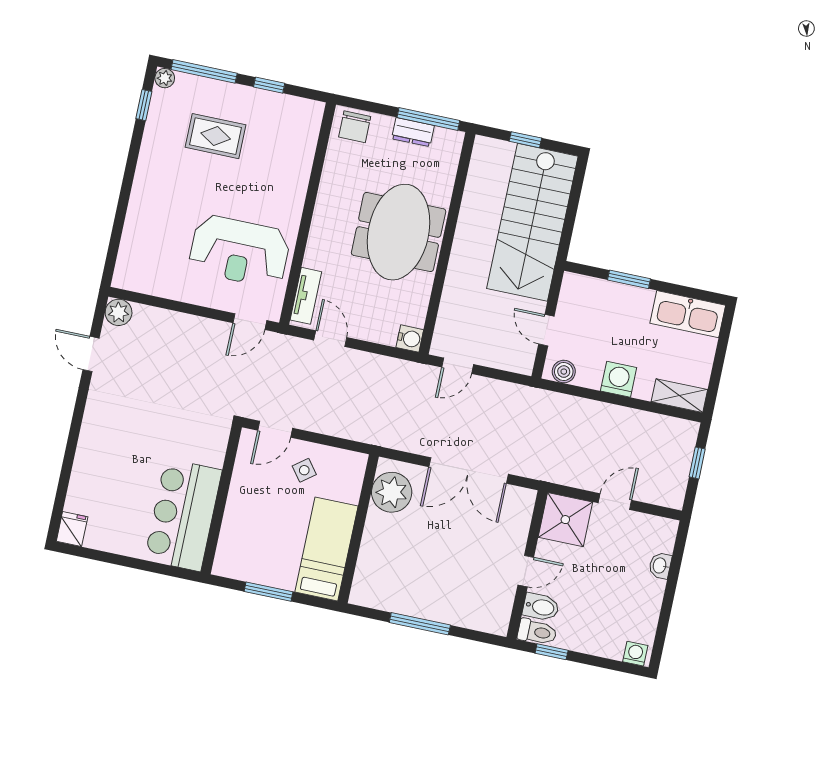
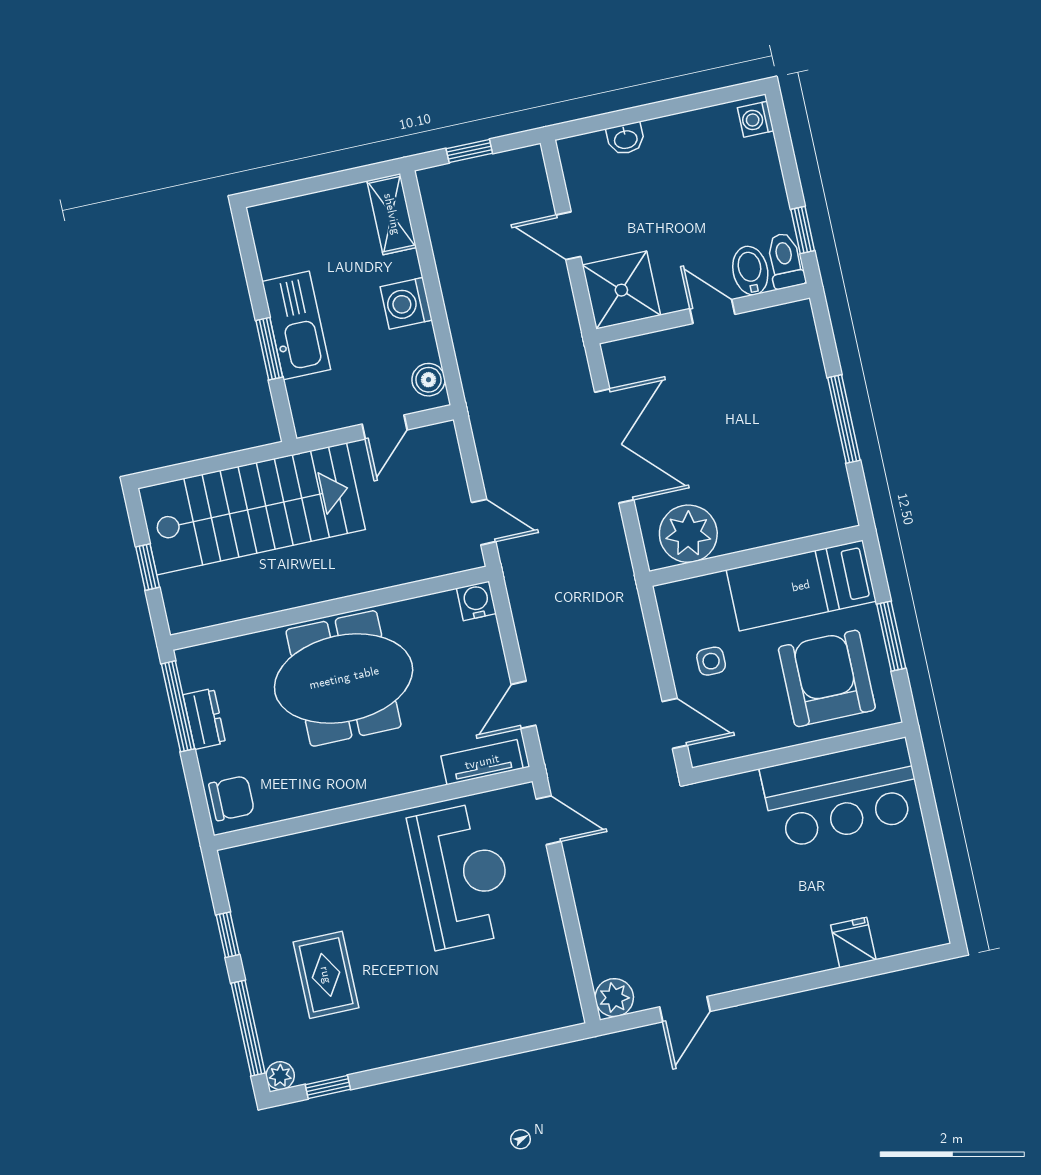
kitchen sink: (688, 314) -> (296, 325), moved
side table: (304, 470) -> (711, 661), turned 37
fridge: (72, 529) -> (853, 942), moved, turned 90
armchair: (260, 539) -> (827, 678), added

